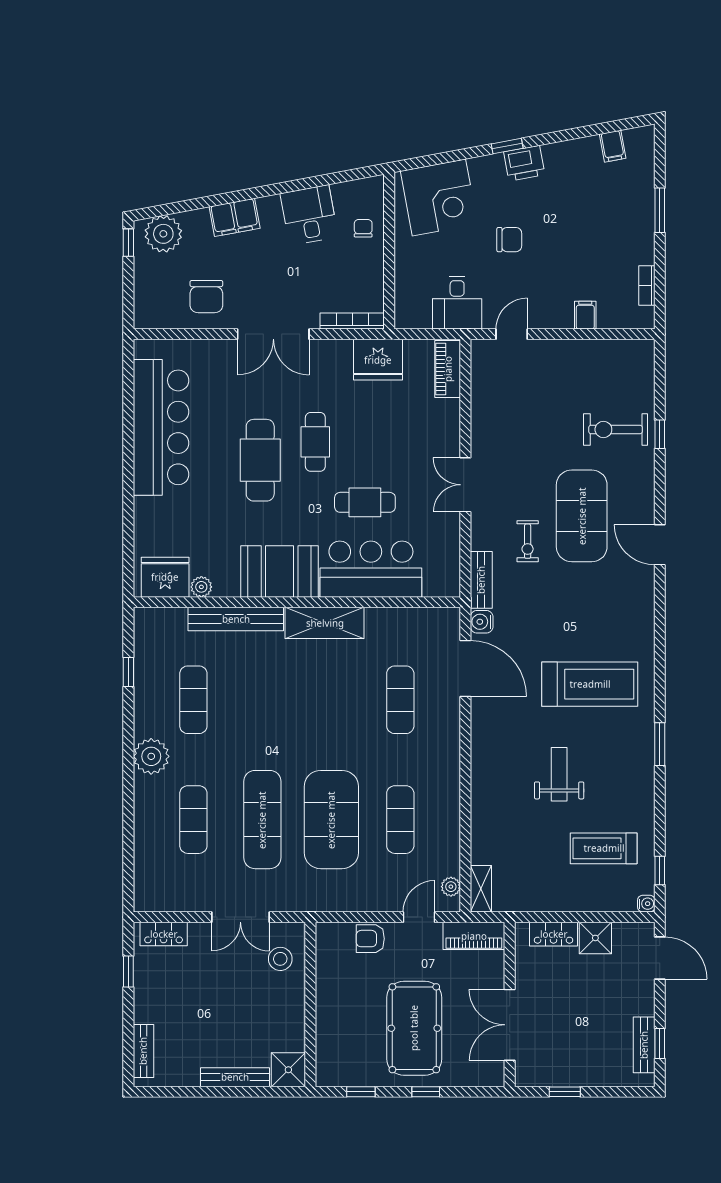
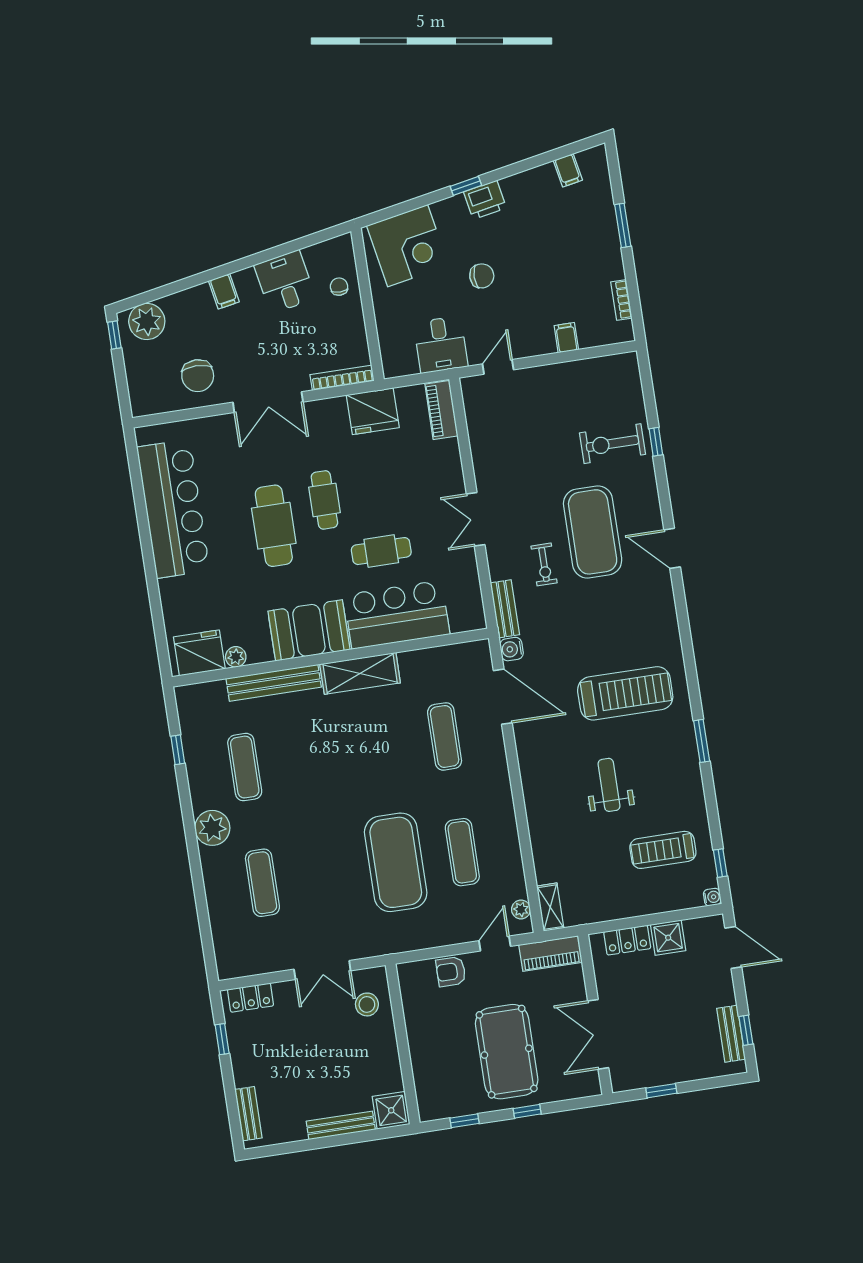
filing cabinet: (235, 217) -> (224, 291), width x0.50
exercise mat: (262, 820) -> (329, 873), removed

